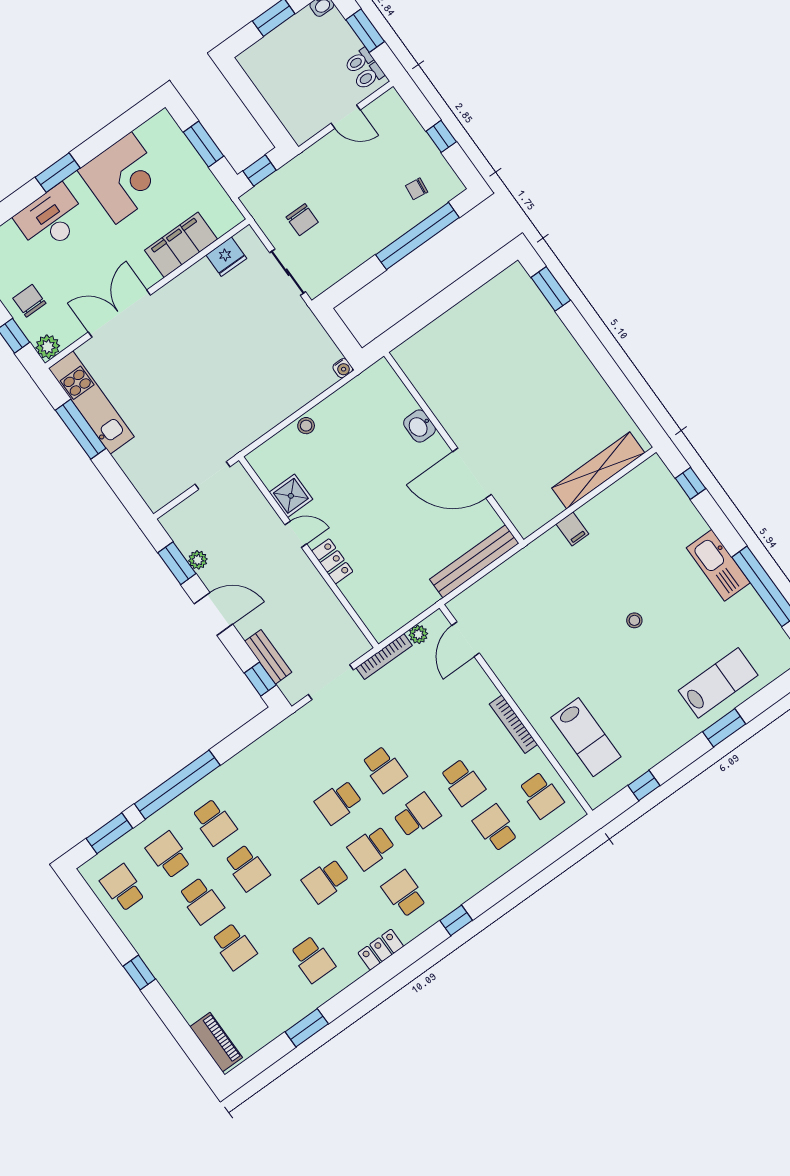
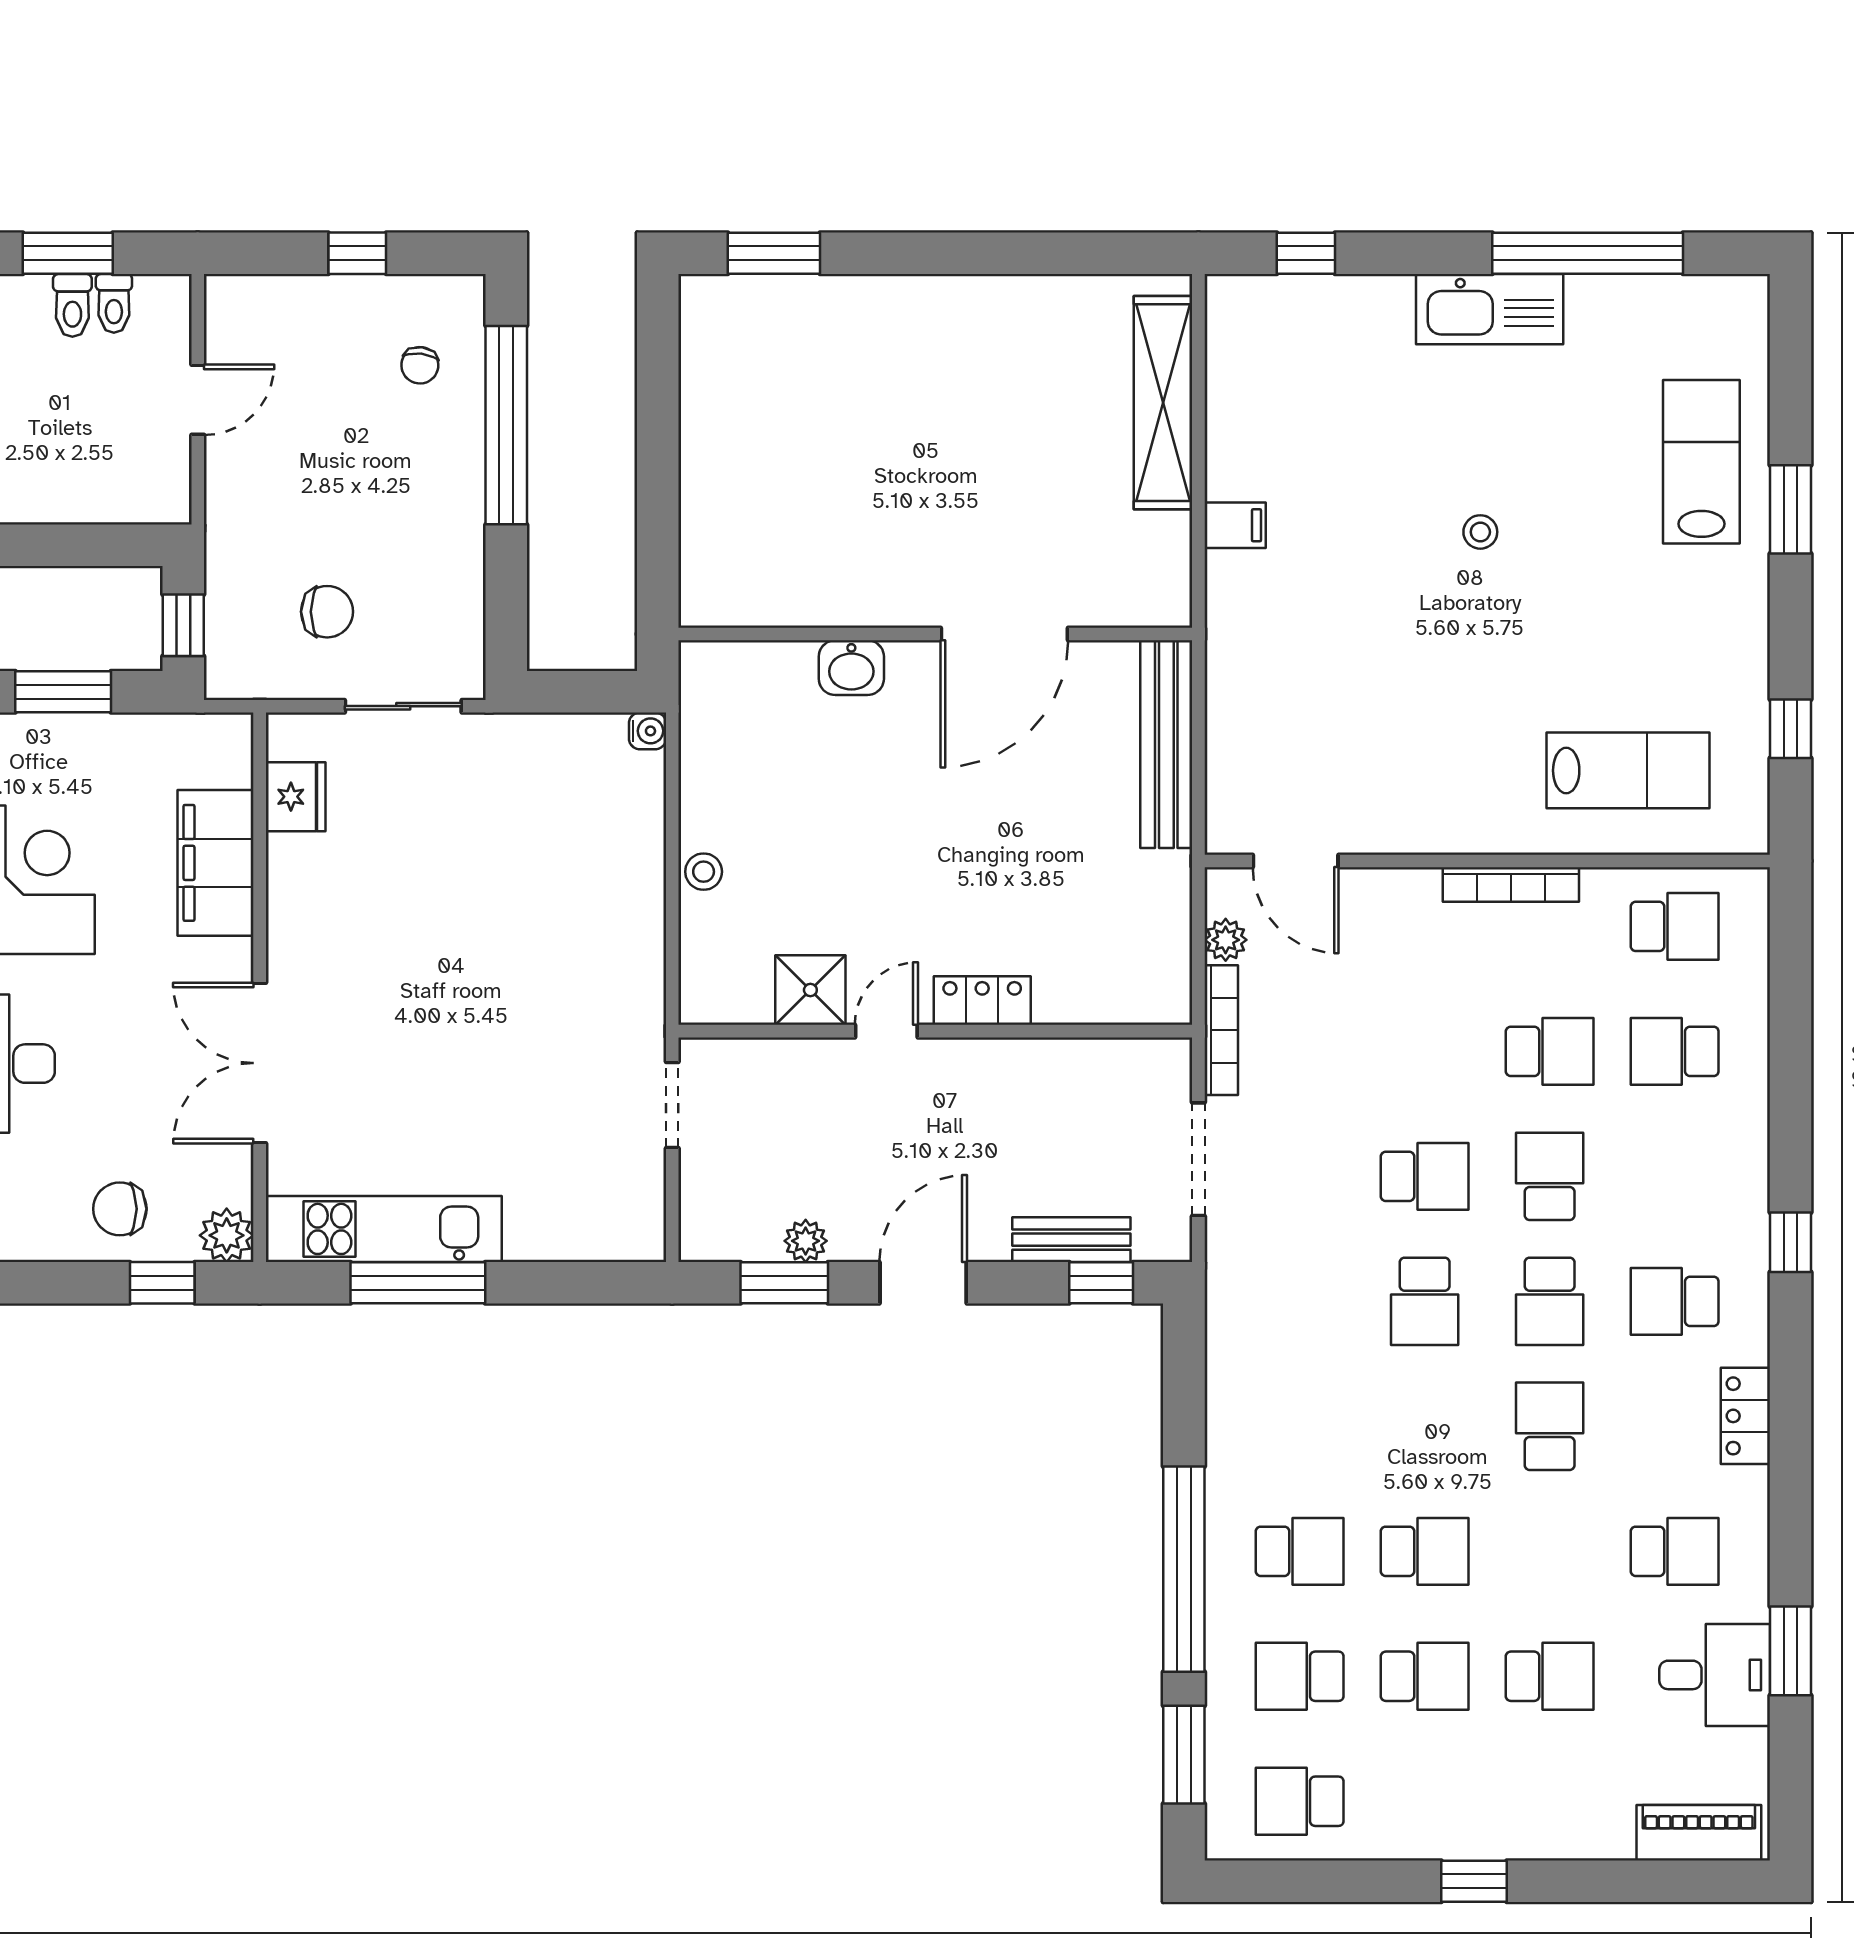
toilet: (369, 76) -> (72, 305), moved
school desk: (326, 881) -> (1550, 1426), turned 180
desk: (278, 1006) -> (1715, 1675), added

